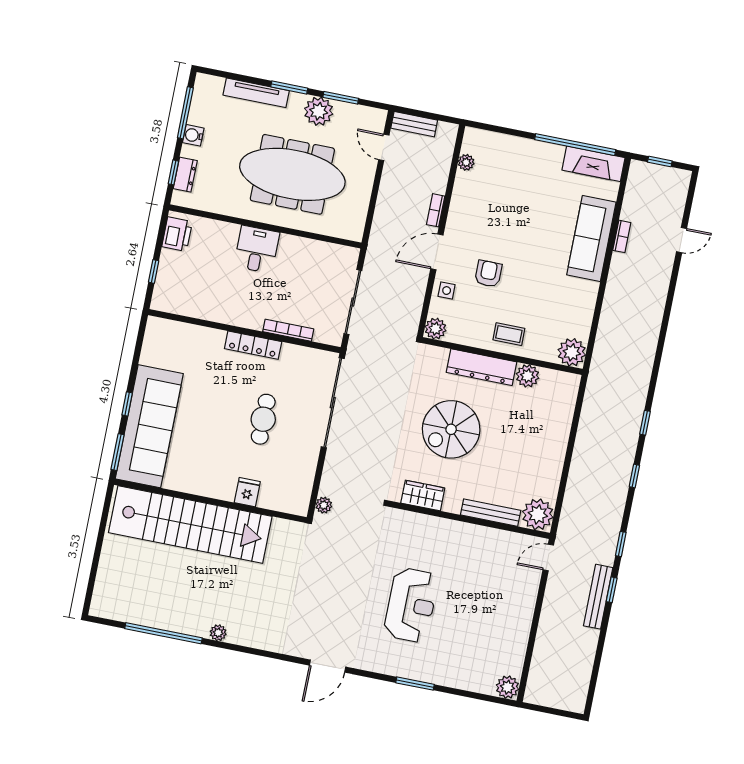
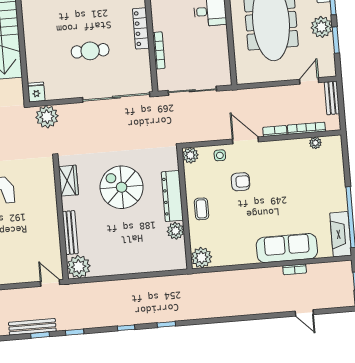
bookcase: (444, 169) -> (306, 128), added
fridge: (247, 492) -> (36, 92), moved, turned -90
plant: (324, 505) -> (47, 117), width x1.87, depth x1.87

